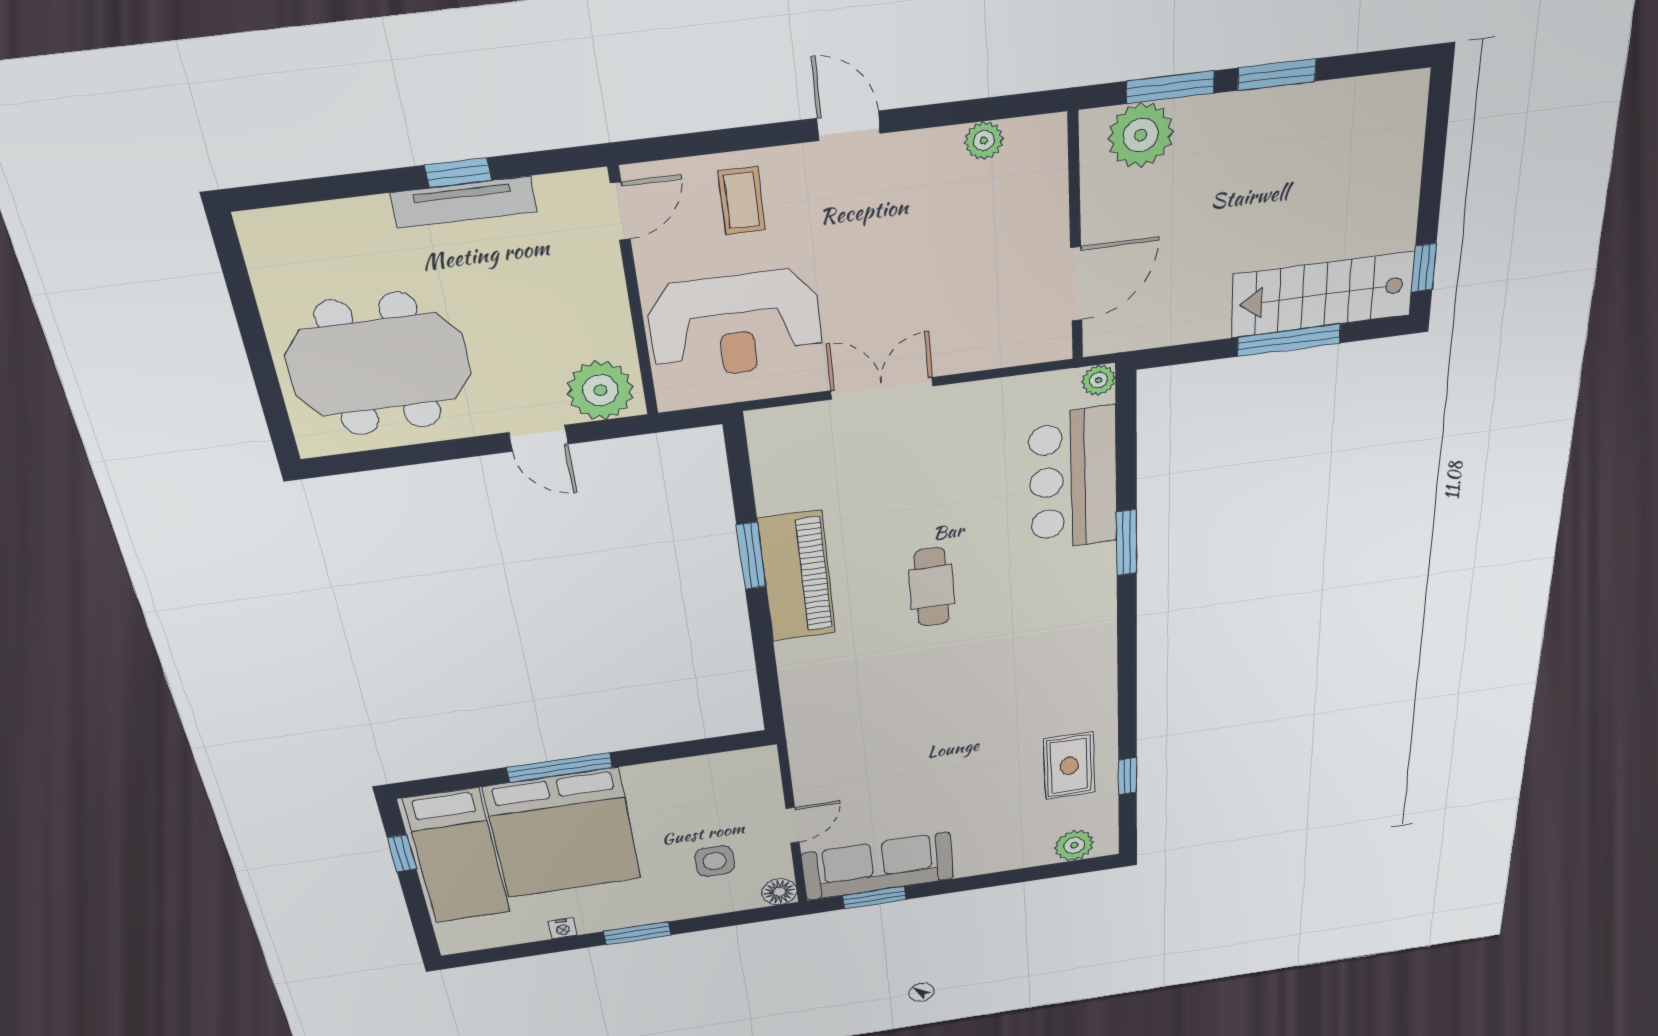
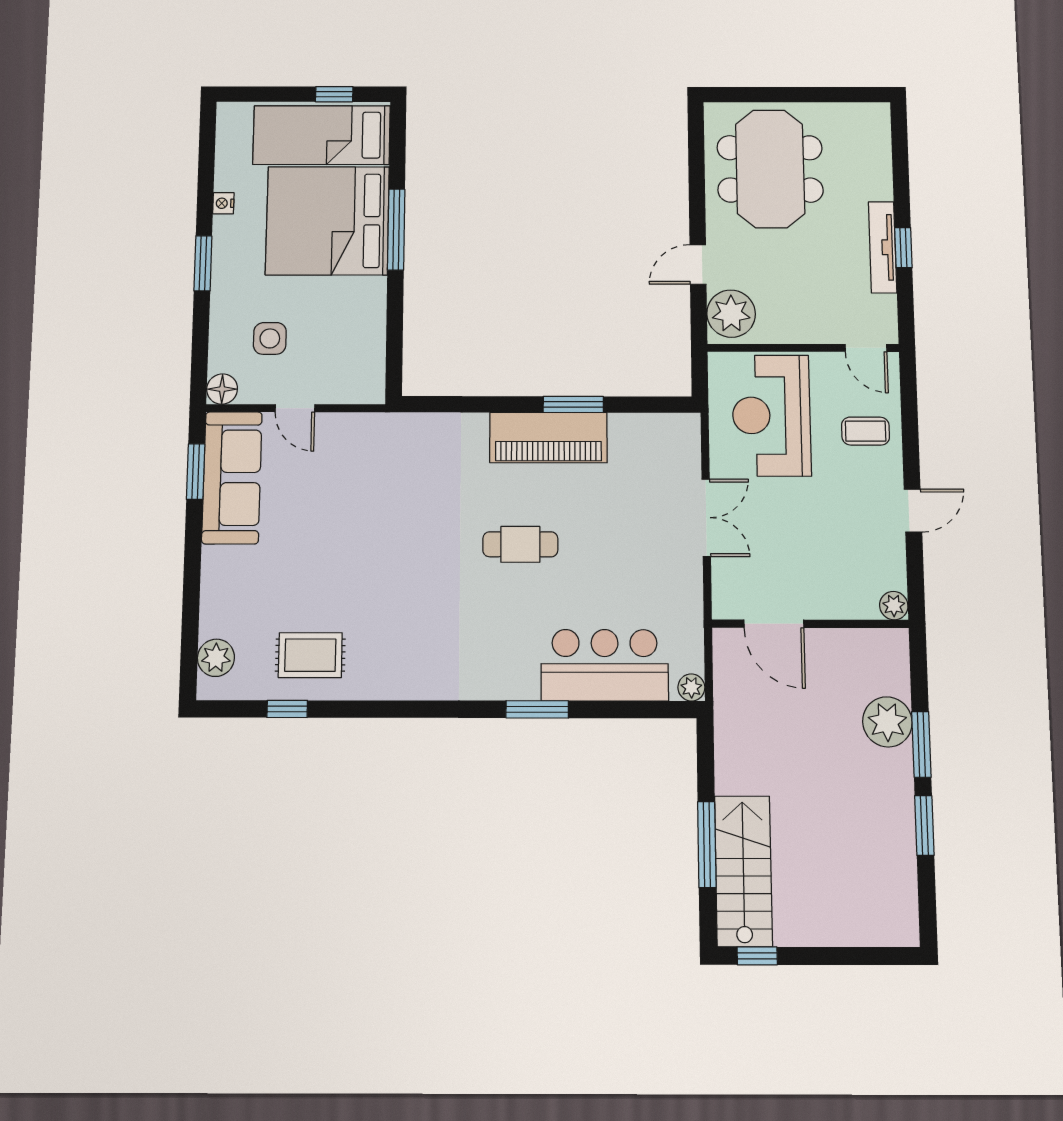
wall: (1075, 239) -> (810, 624), moved
door: (1076, 284) -> (774, 624), moved

